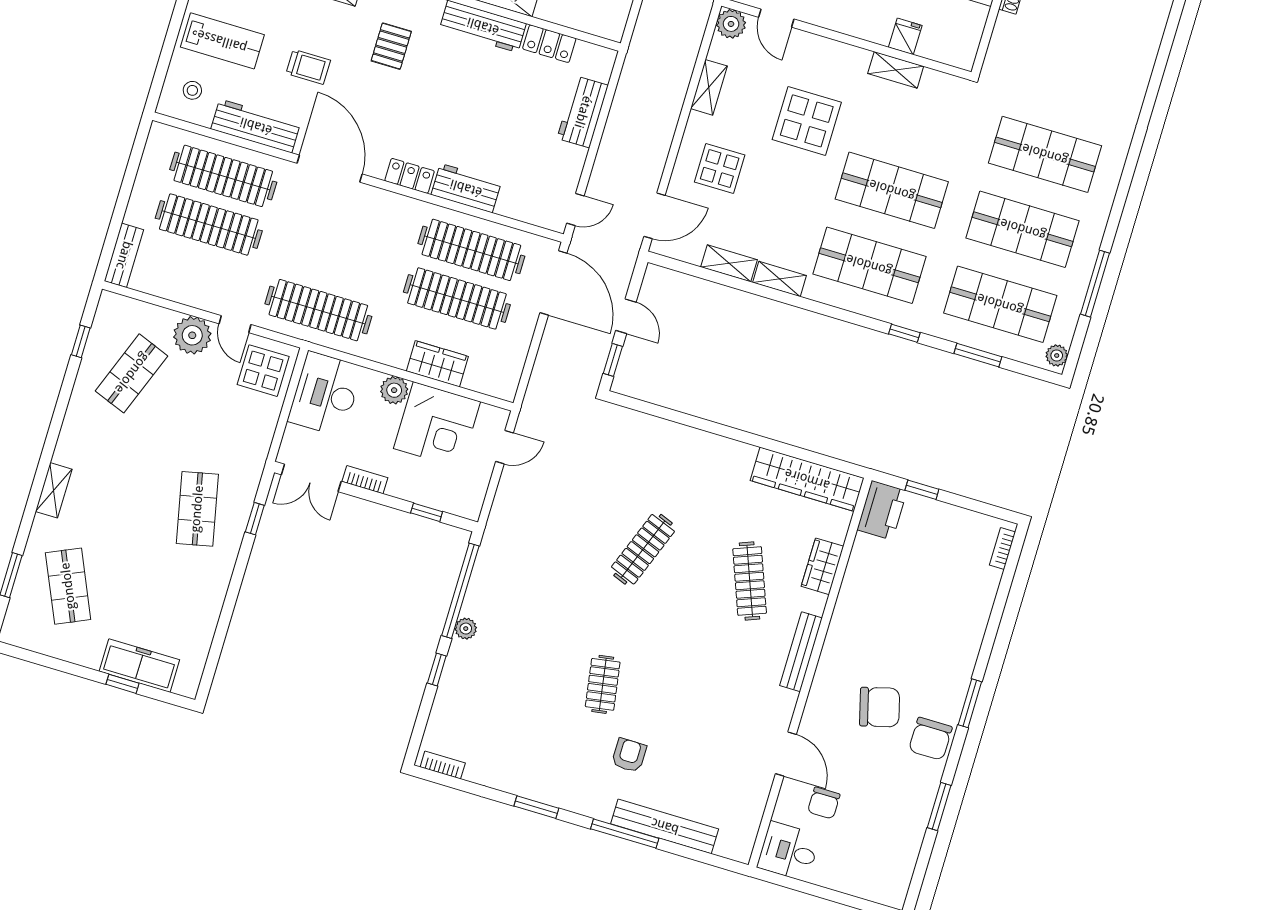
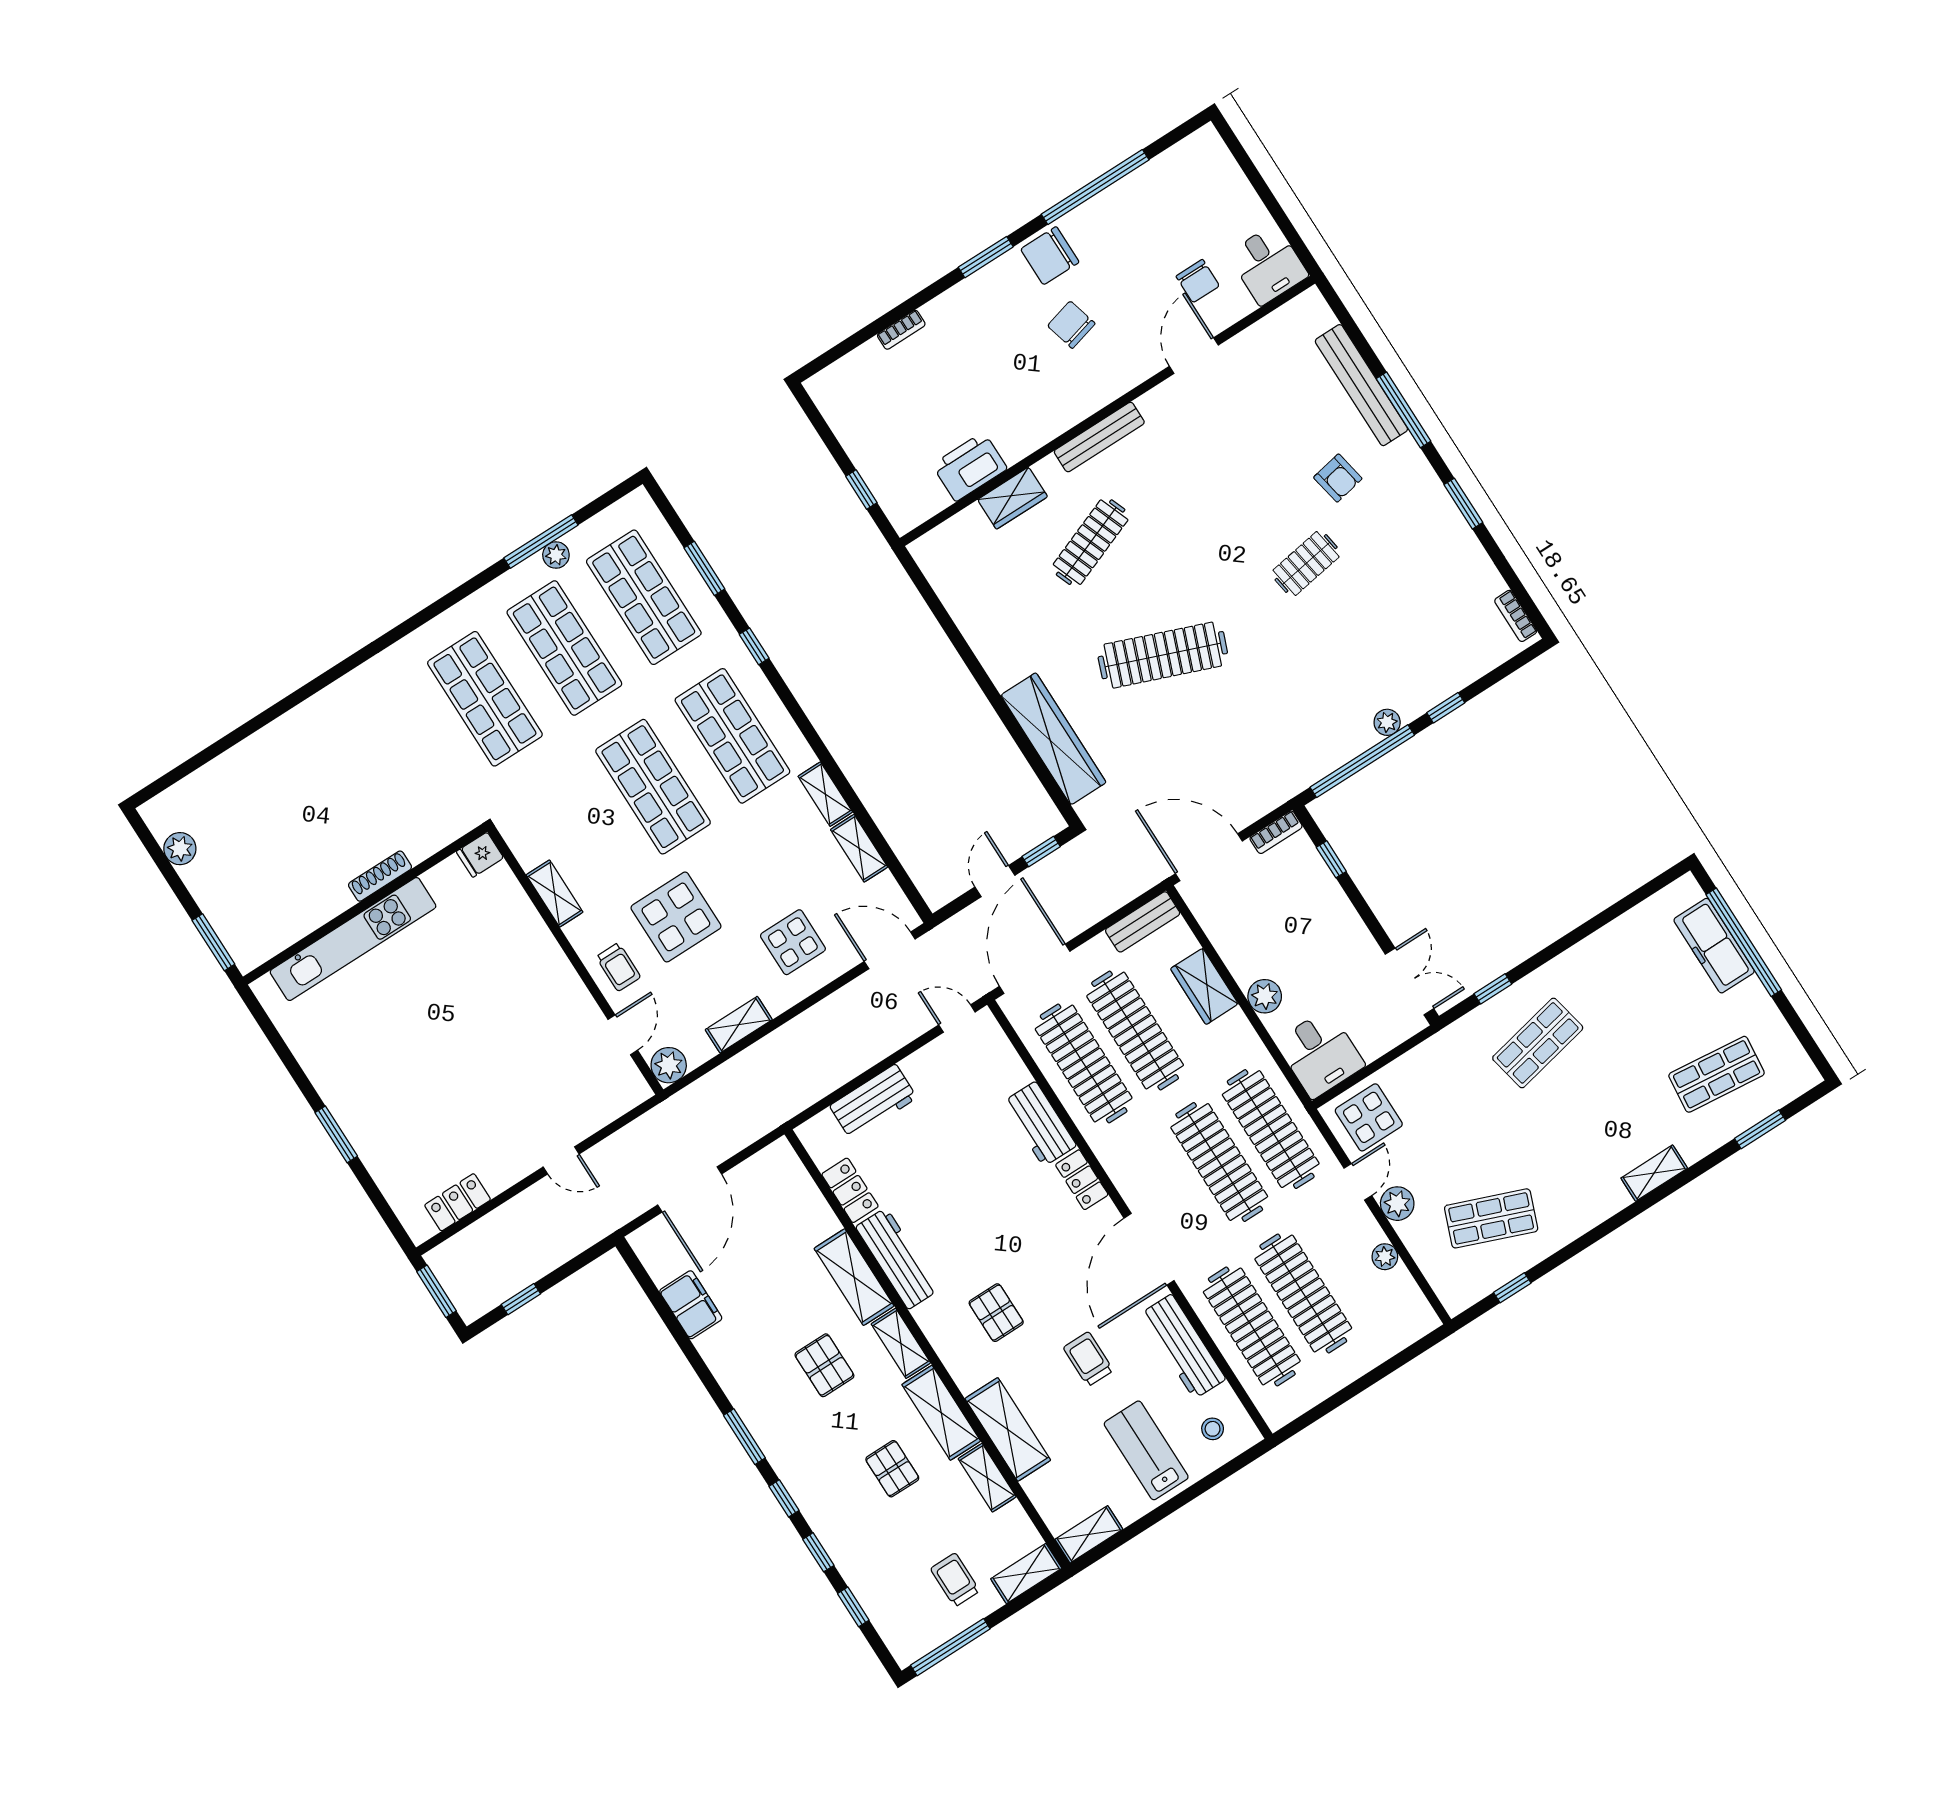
fridge: (905, 36) -> (480, 855), moved
pallet: (391, 46) -> (996, 1313), turned 90
trolley: (816, 58) -> (618, 967), added
bench: (124, 255) -> (1143, 922), moved
clothes rail: (333, 261) -> (1219, 1162), added
plant: (178, 292) -> (1385, 1257), added
plant: (192, 335) -> (1397, 1204), width x0.73, depth x0.73
plant: (1057, 356) -> (556, 555), moved
desk: (325, 394) -> (1320, 1054), width x0.73
corner desk: (437, 425) -> (1253, 931), removed
door: (504, 447) -> (1209, 857), width x1.88
wardrobe: (807, 479) -> (1053, 739), moved
bookcase: (365, 480) -> (1276, 832), moved, turned -90
printer: (882, 510) -> (970, 467), moved
bookcase: (1002, 548) -> (901, 330), moved
clothes rail: (643, 549) -> (1163, 655), width x1.37, depth x1.31
shop shelf: (68, 586) -> (1717, 1074), turned 30
window: (123, 684) -> (1744, 942), width x3.17
chair: (880, 707) -> (1071, 325), width x0.73, depth x0.73
chair: (930, 739) -> (1050, 256), turned 180
armchair: (629, 755) -> (1338, 478), turned -101
chair: (824, 803) -> (1198, 281), turned 90
window: (939, 806) -> (1095, 187), width x2.11

